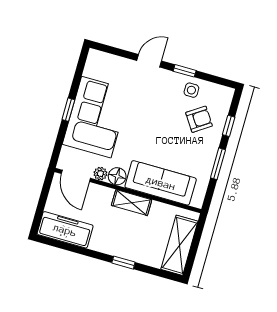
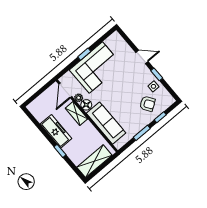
shelving: (132, 203) -> (76, 114), moved
freezer: (65, 230) -> (56, 131), moved

